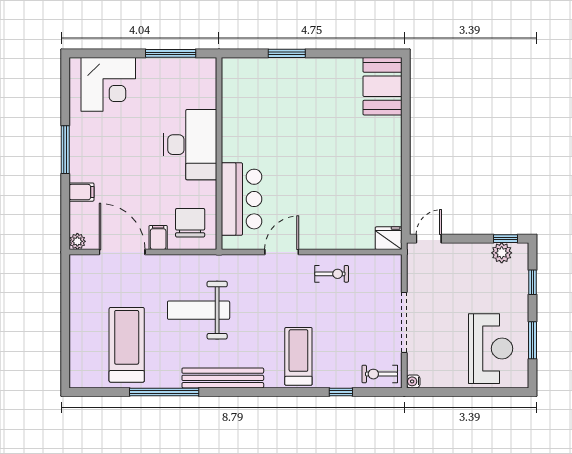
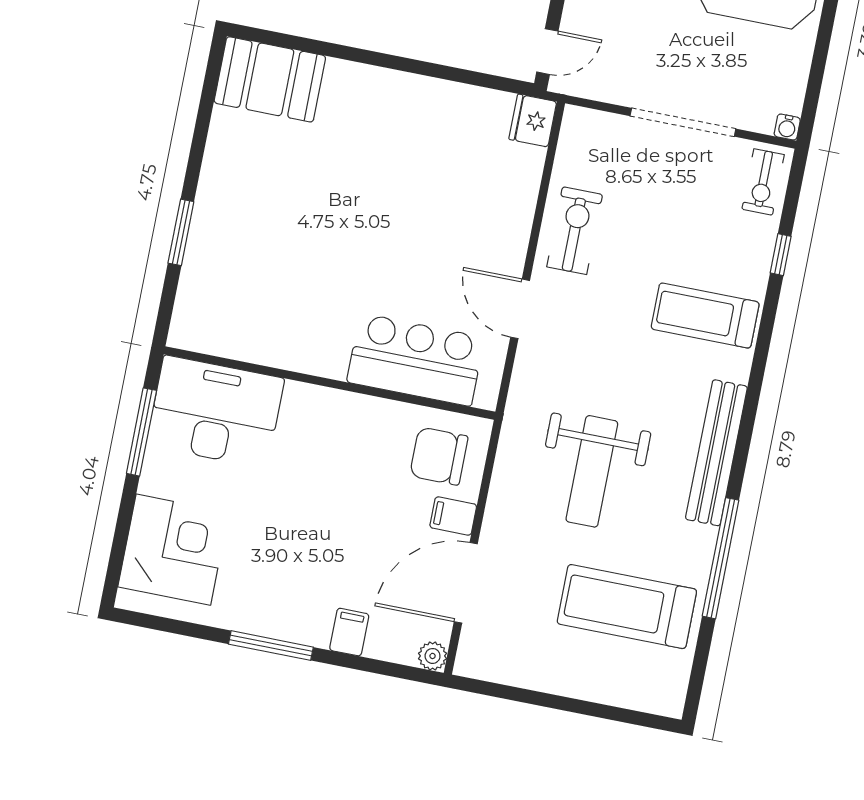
desk: (190, 145) -> (215, 412), moved
door: (429, 239) -> (547, 52), swing flipped
exercise bike: (332, 274) -> (575, 231), width x1.38, depth x1.39

